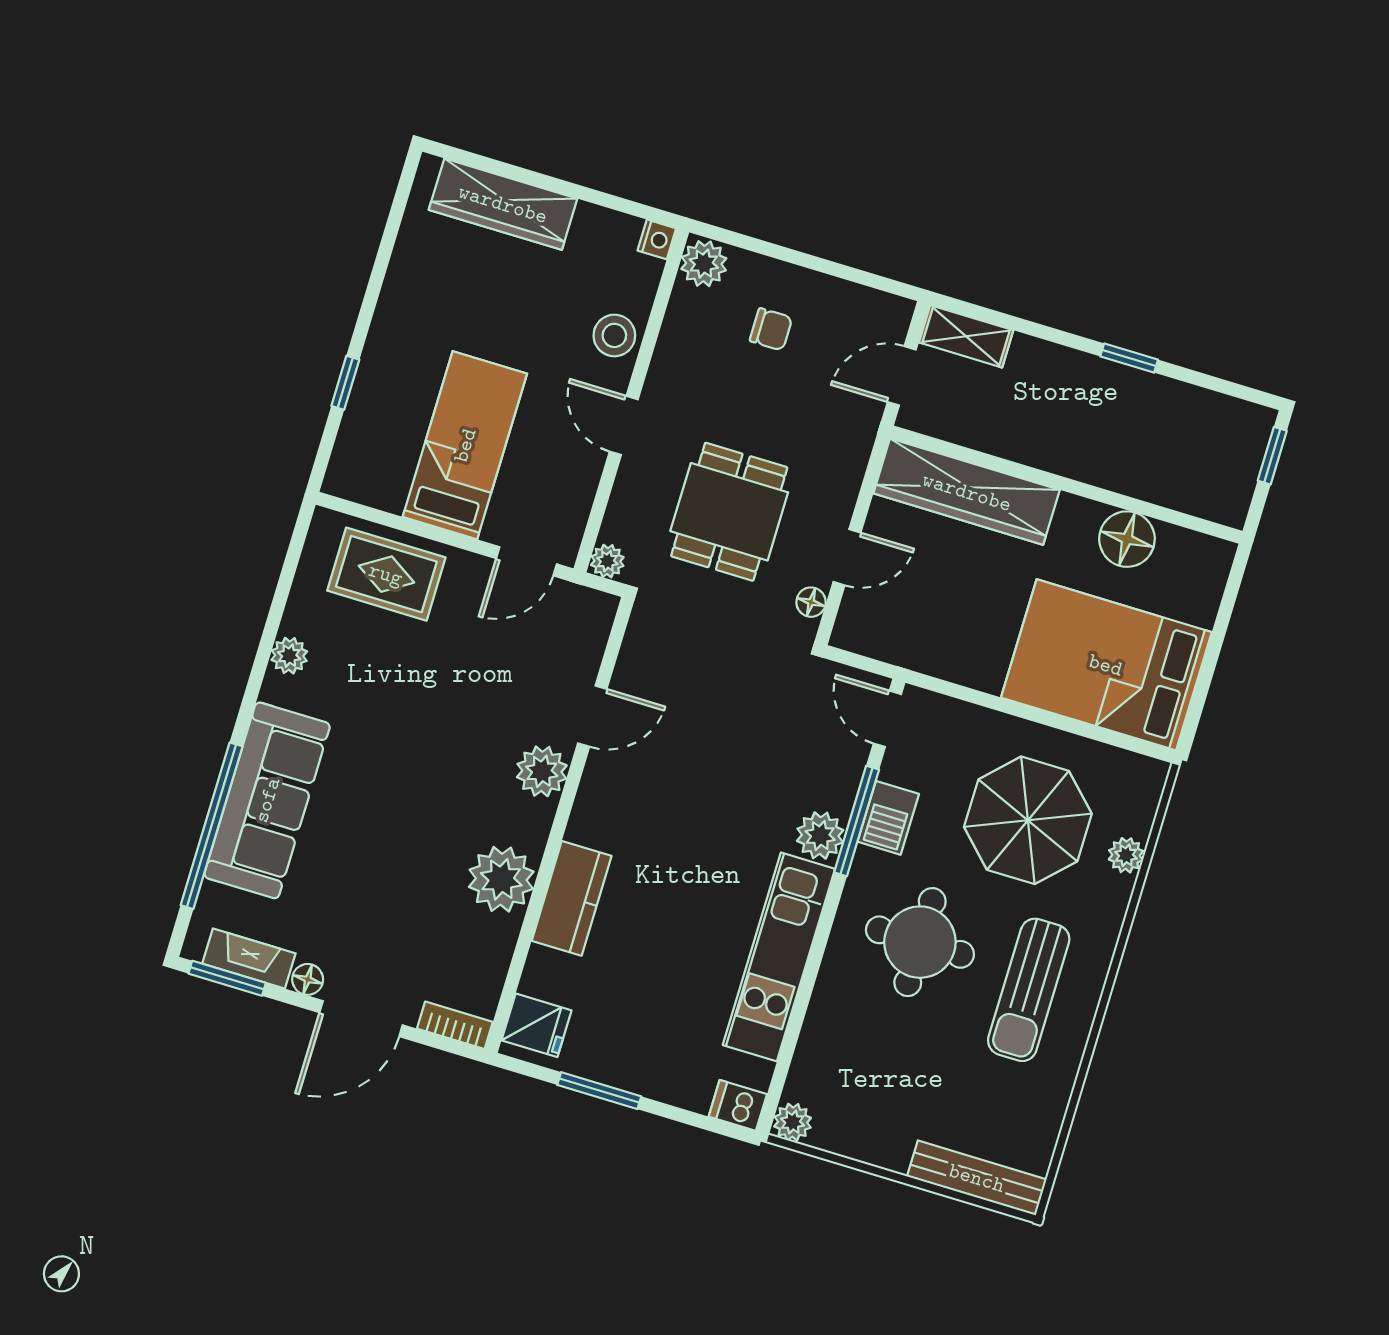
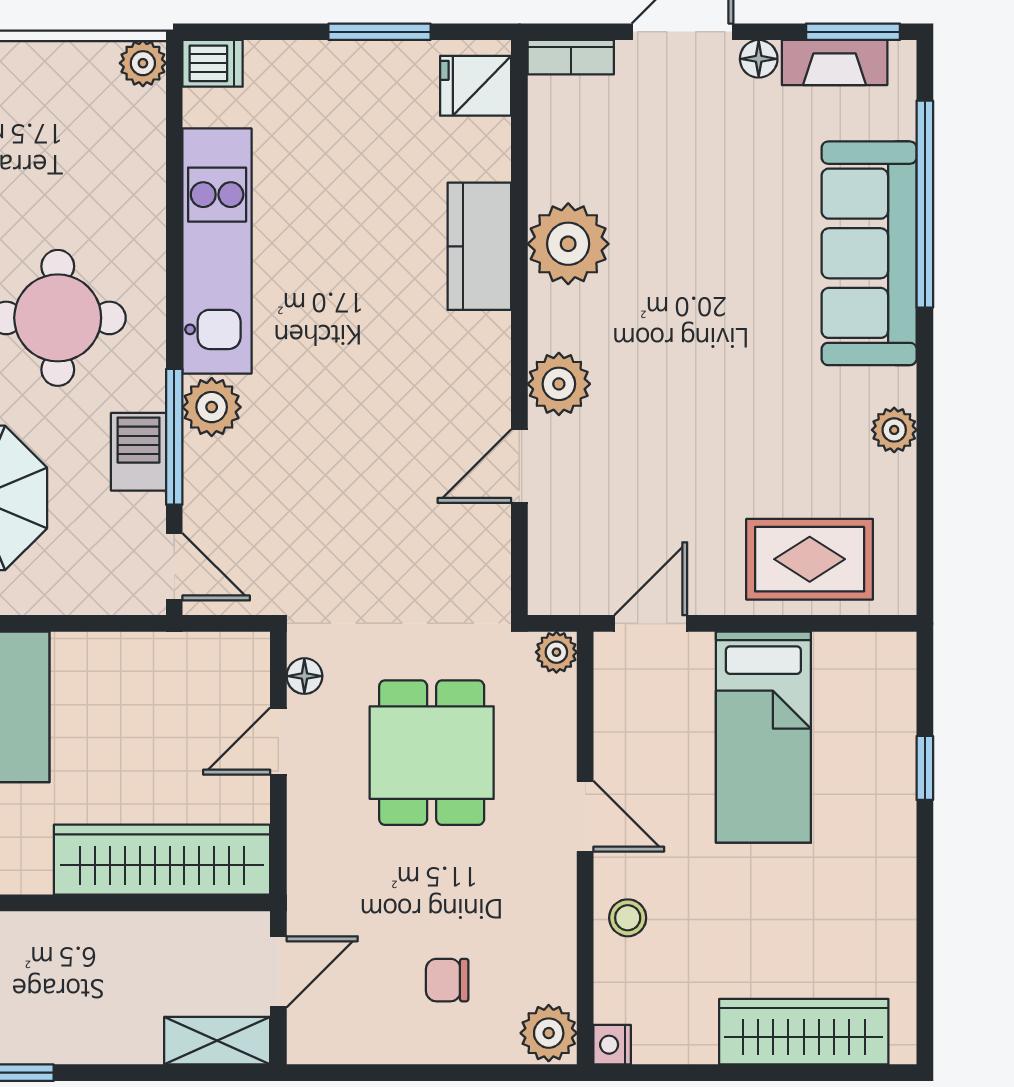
stool: (614, 335) -> (628, 918), width x0.73, depth x0.73

